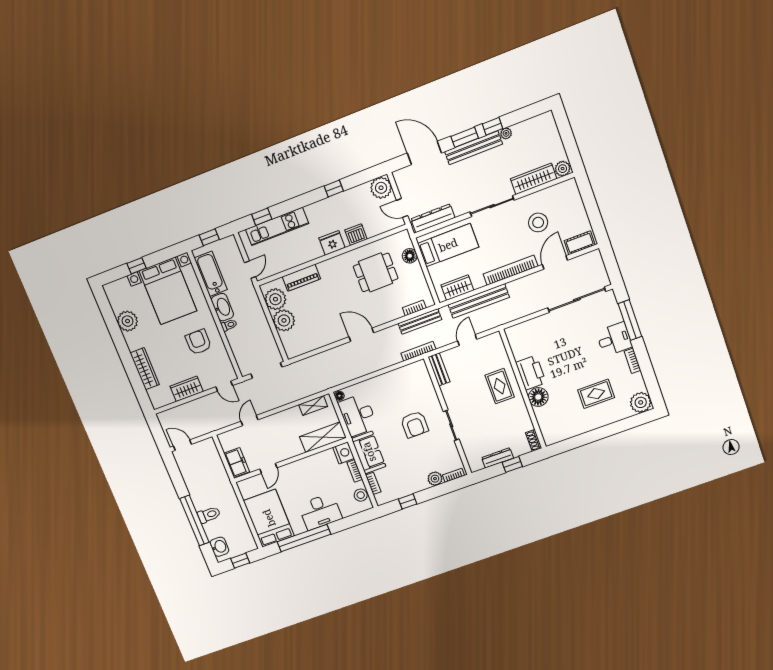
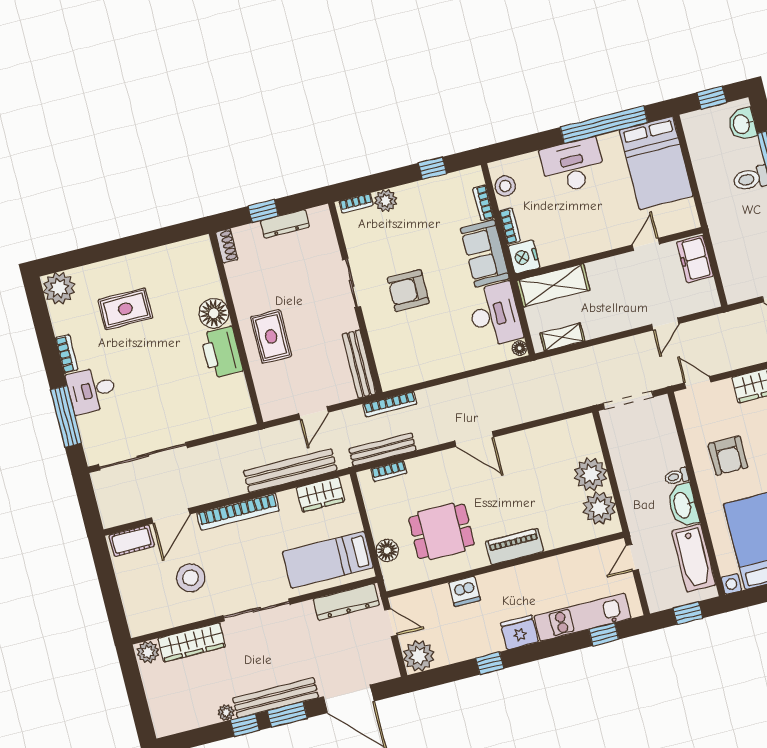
fridge: (332, 243) -> (519, 632), moved, turned 180
piano: (301, 278) -> (514, 547), moved
bench: (439, 369) -> (359, 364), width x1.36
armchair: (415, 424) -> (408, 290), turned -90

